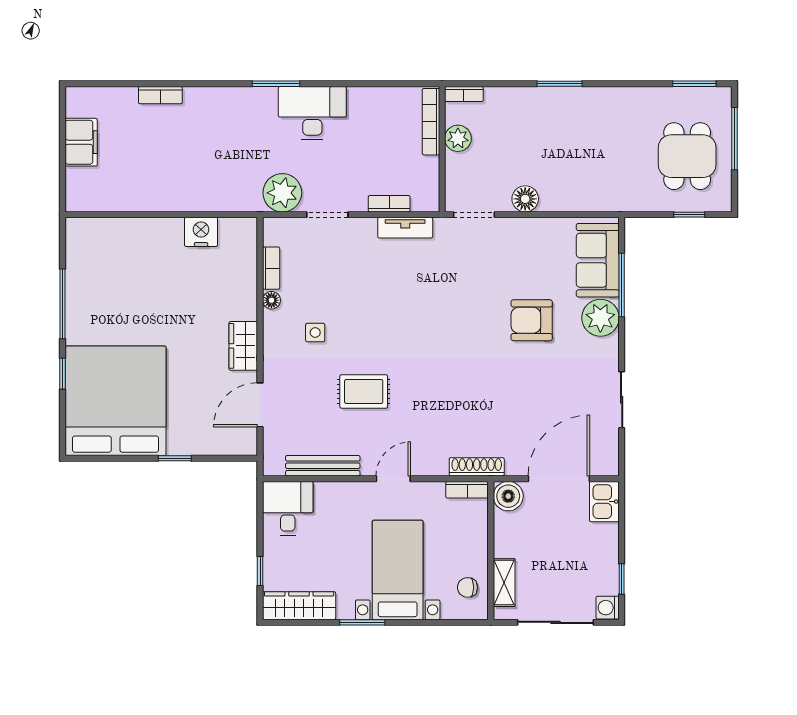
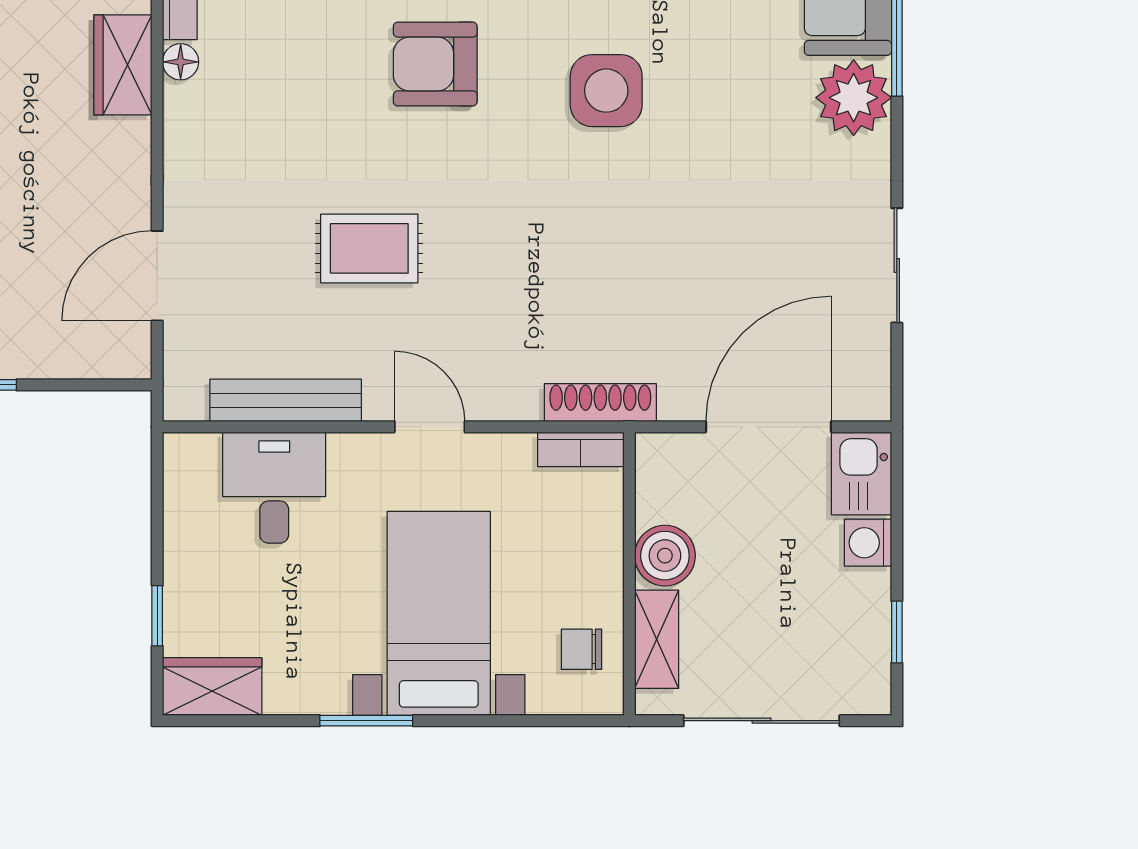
armchair: (532, 320) -> (435, 64), moved
side table: (315, 333) -> (606, 91), moved, width x1.87, depth x1.87
wardrobe: (243, 346) -> (123, 65), moved
door: (393, 479) -> (430, 427), hinge flipped
boiler: (508, 496) -> (665, 556), moved
desk: (288, 508) -> (274, 488), moved
wardrobe: (299, 606) -> (212, 687), width x0.67
washing machine: (608, 608) -> (868, 543), moved

